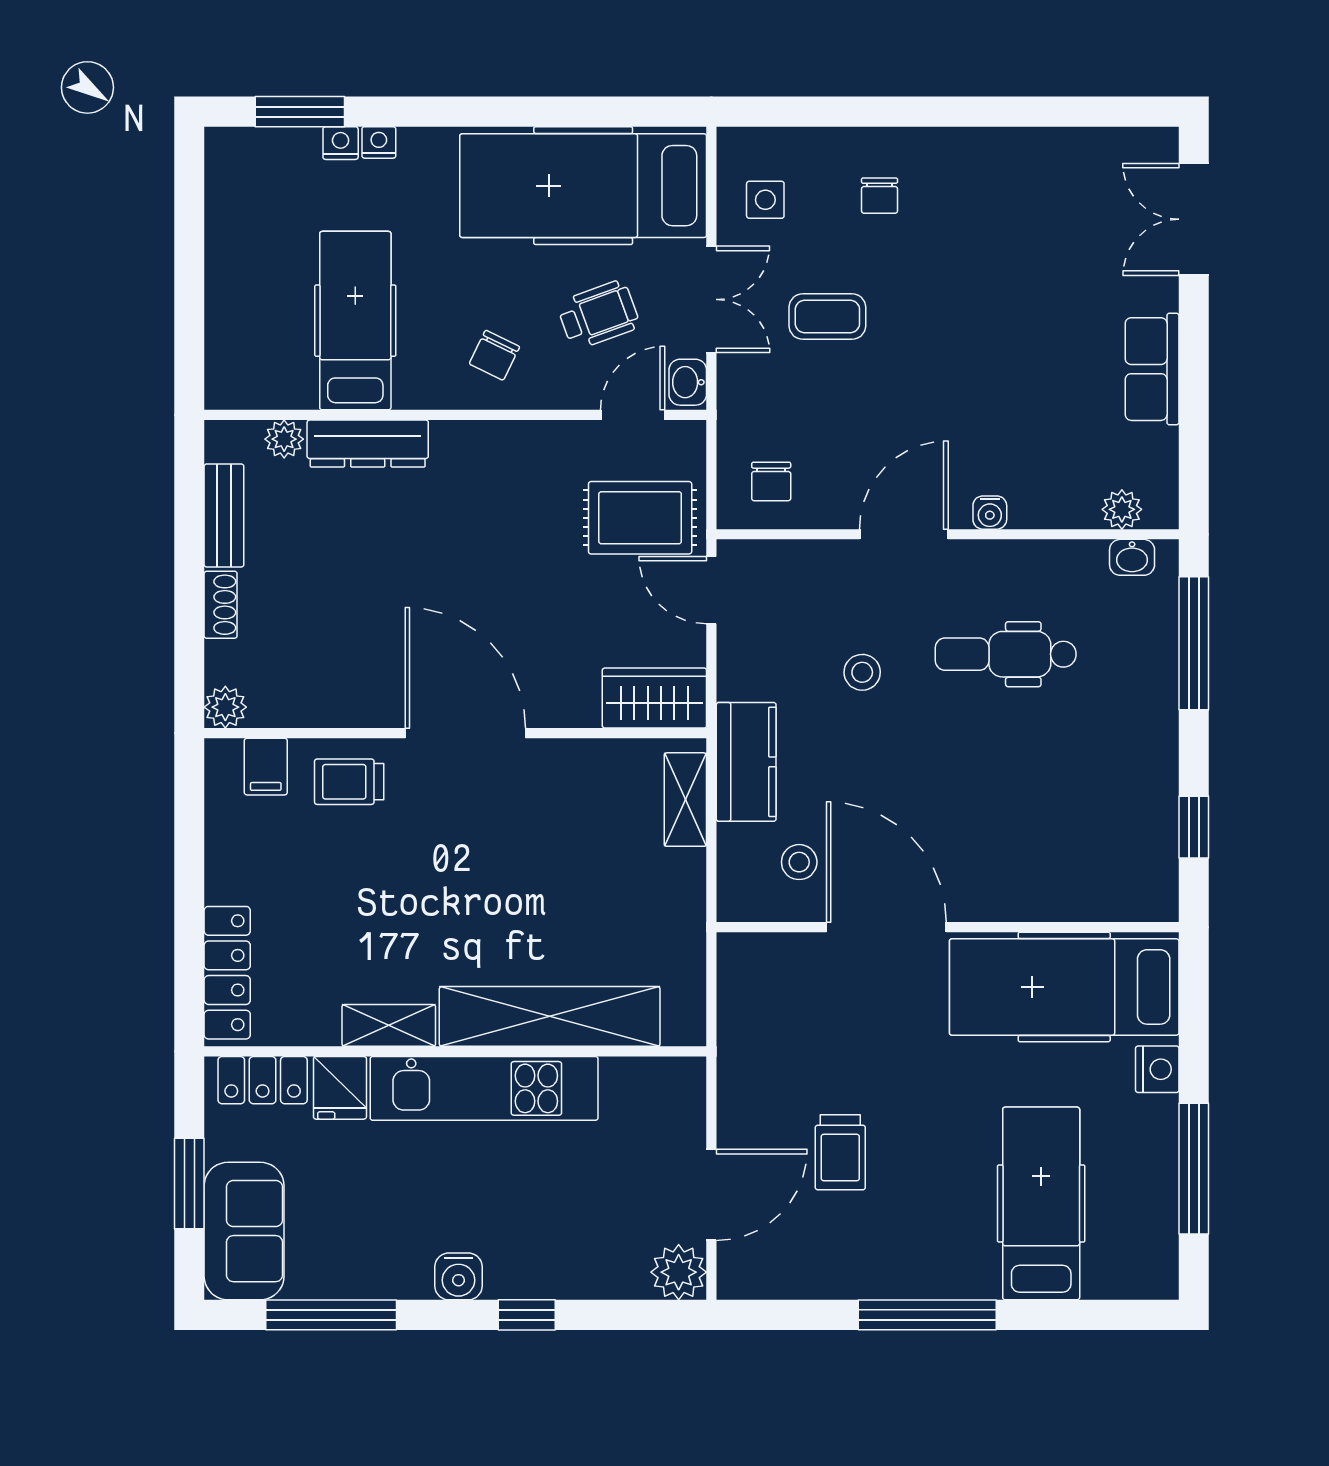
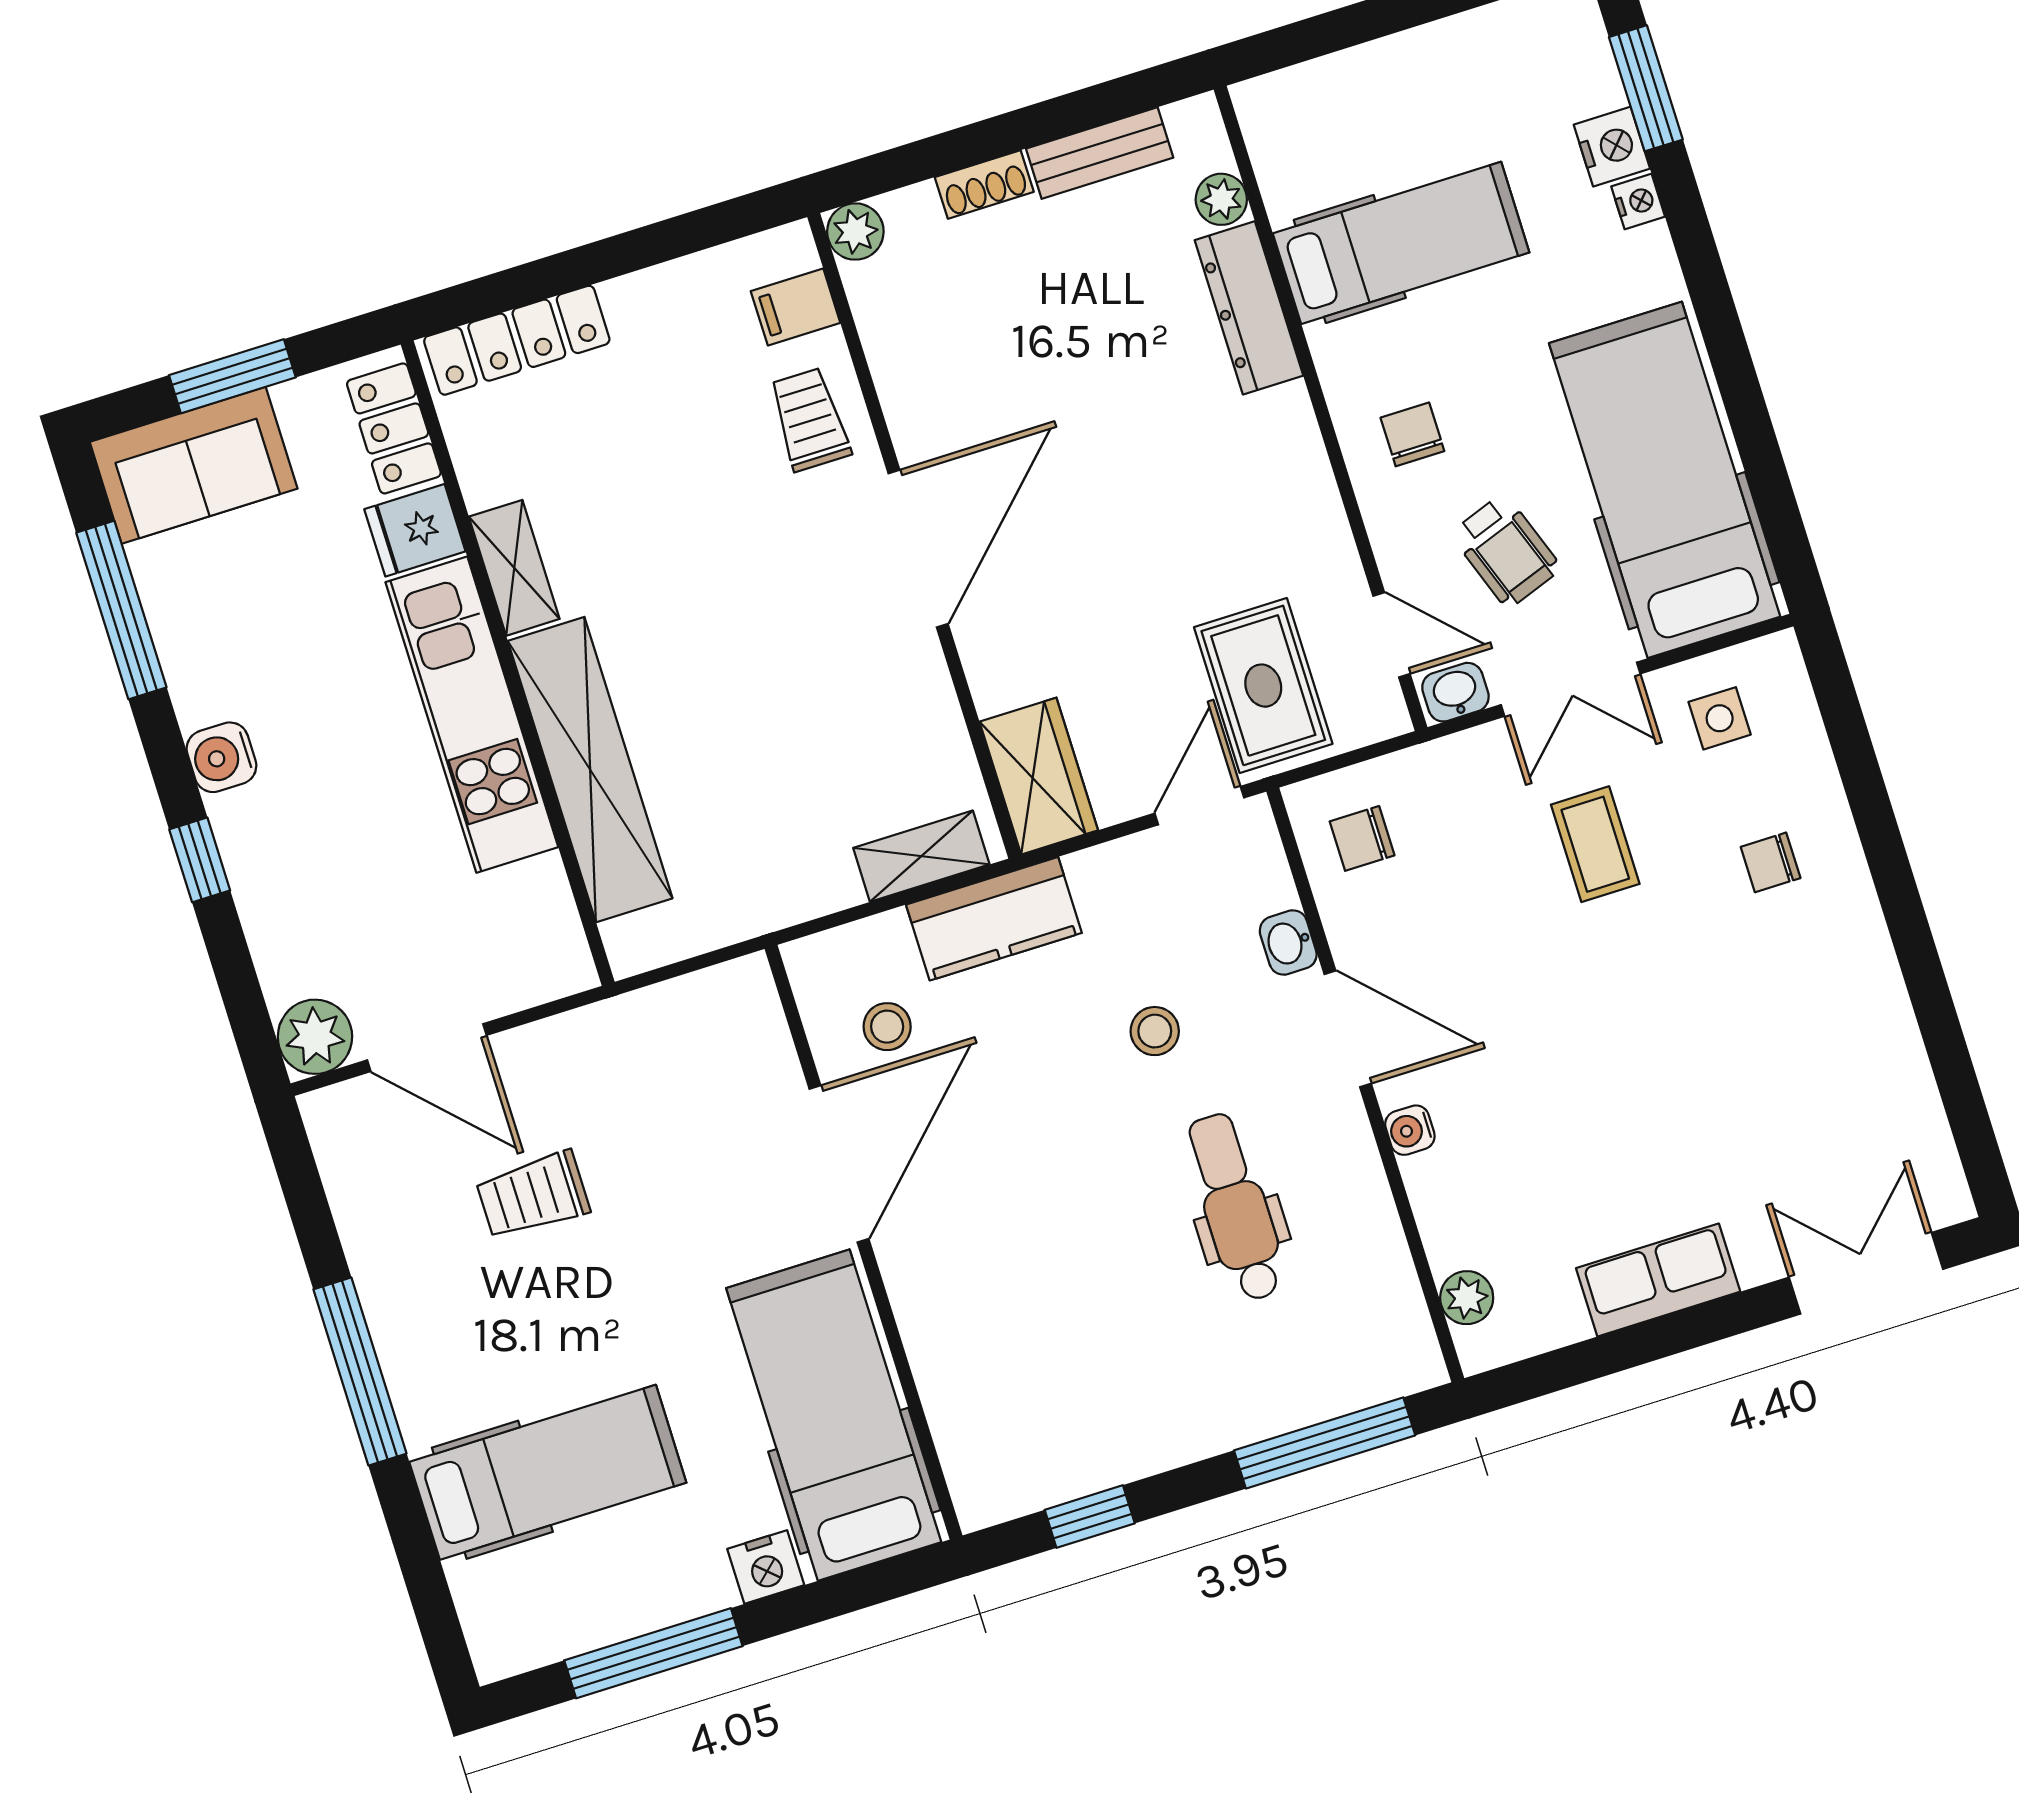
nightstand: (341, 143) -> (1612, 147), width x1.39, depth x1.35
chair: (494, 355) -> (1412, 434), turned 64
washbasin: (1132, 557) -> (1288, 943), moved

